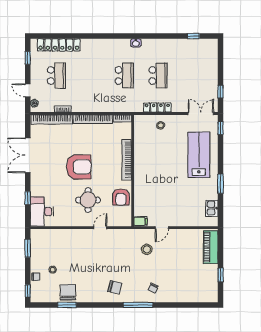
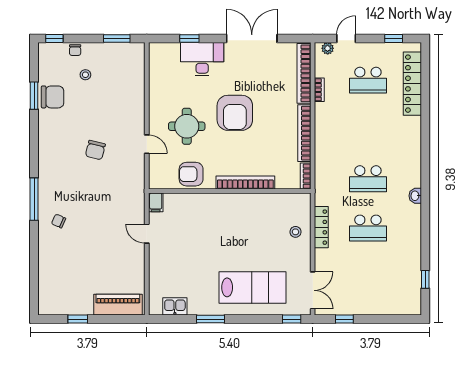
desk: (42, 212) -> (202, 59), moved
stool: (147, 249) -> (115, 212), removed
chair: (115, 287) -> (95, 150), moved

